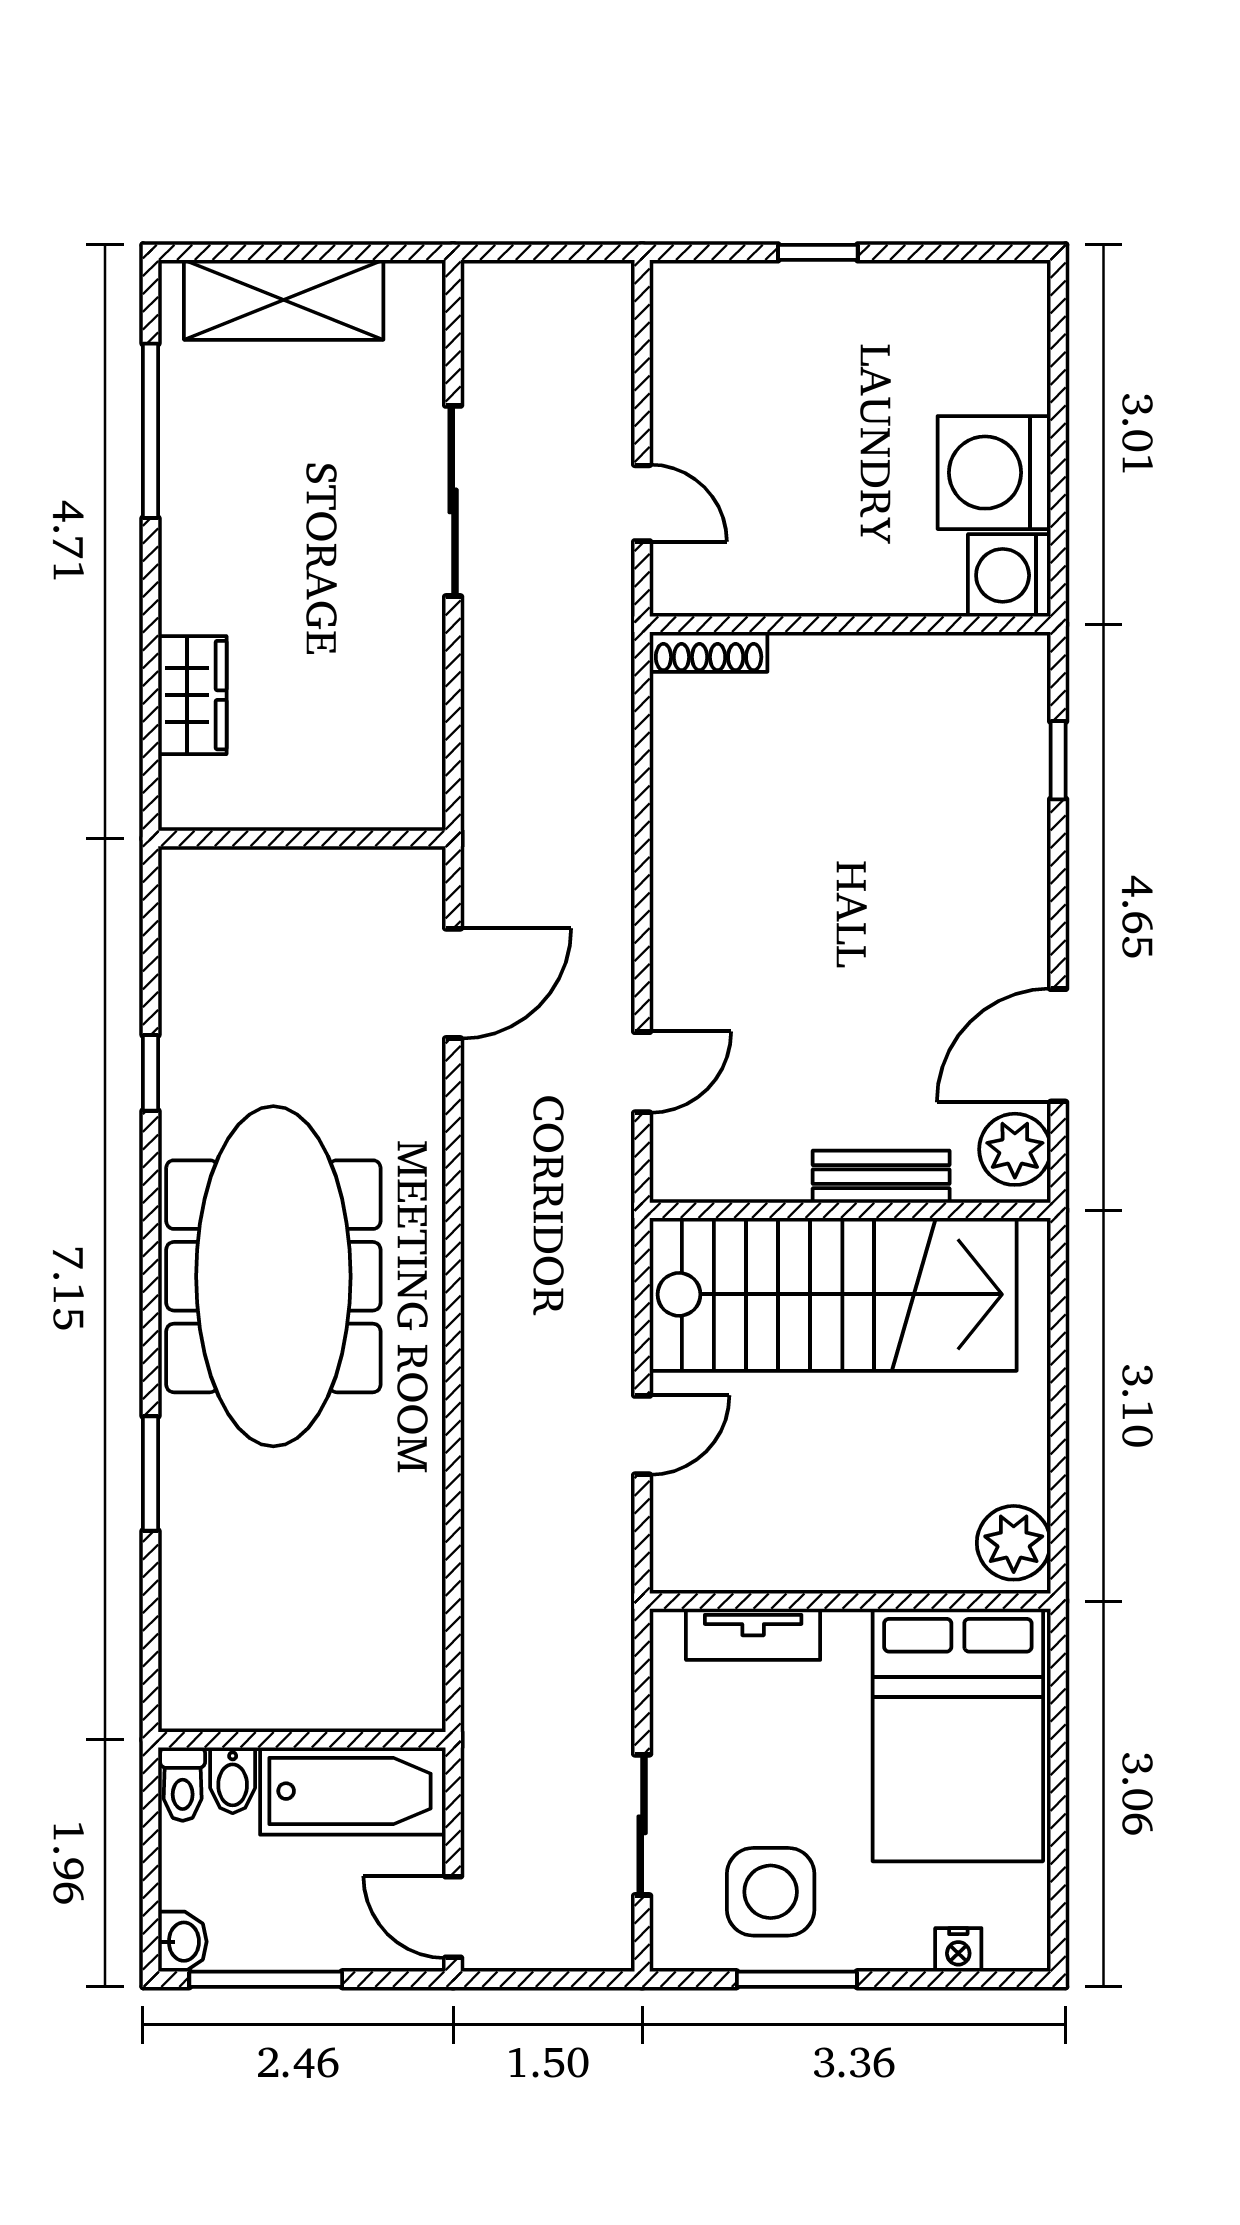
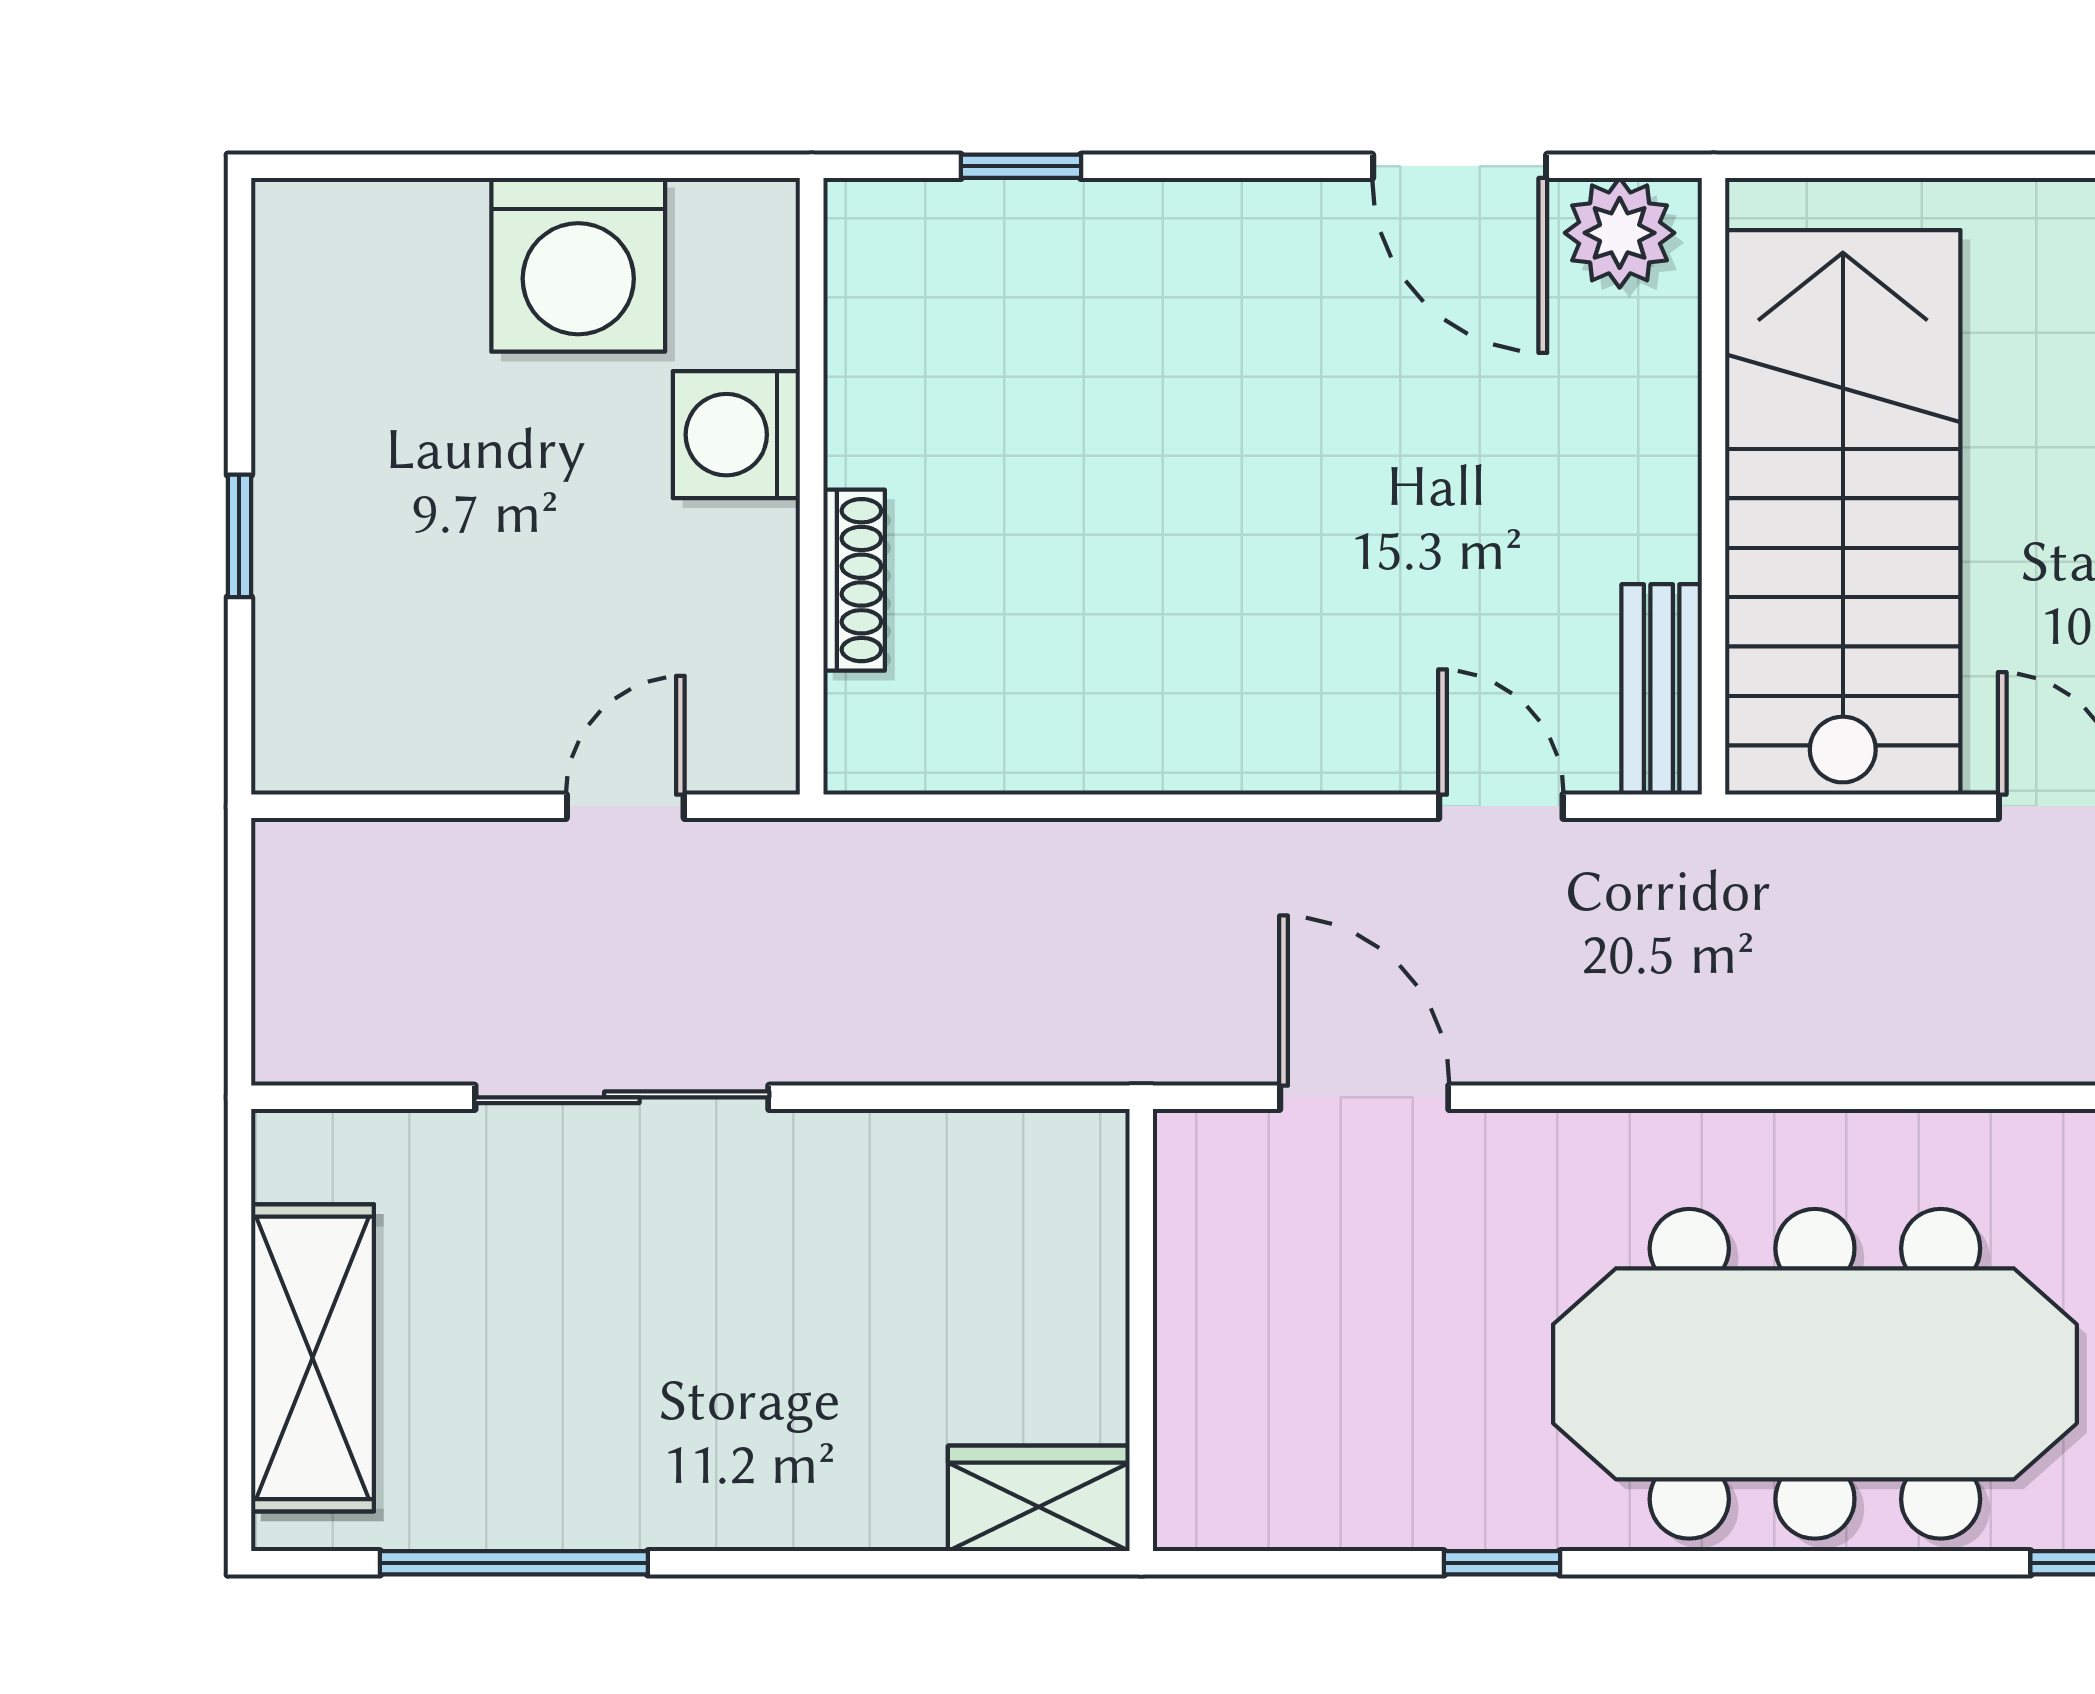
washing machine: (1009, 575) -> (736, 435), moved, turned 90
shoe rack: (709, 652) -> (854, 580), moved
wardrobe: (192, 695) -> (1039, 1498), moved
bench: (881, 1177) -> (1662, 689), moved

